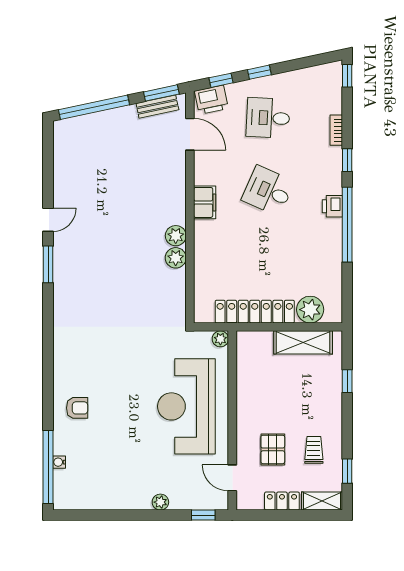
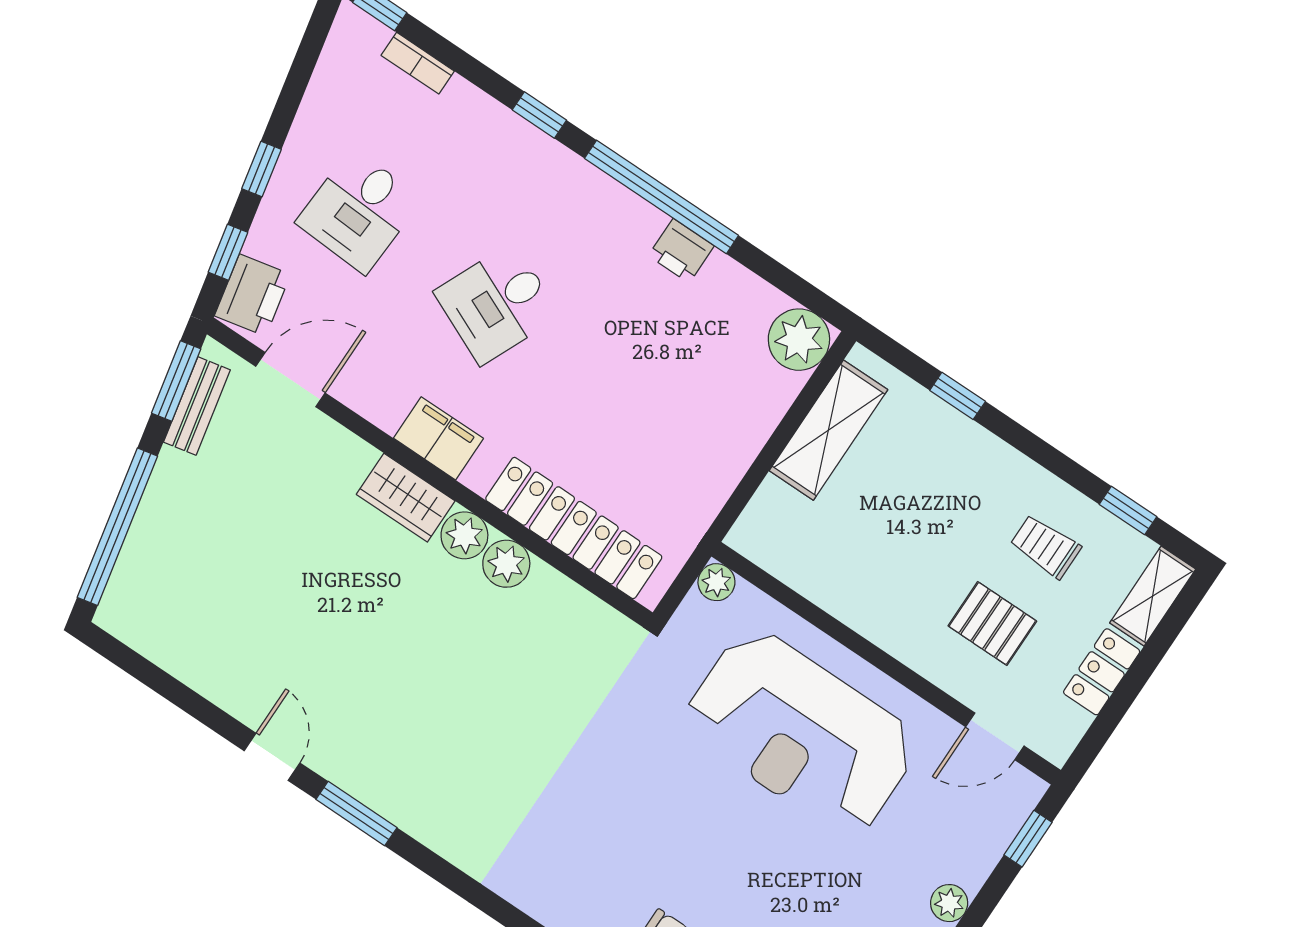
bookcase: (336, 130) -> (418, 63), moved
wardrobe: (175, 205) -> (406, 498), added
printer: (332, 206) -> (681, 251), moved
plant: (310, 310) -> (799, 340), moved
locker: (255, 312) -> (574, 528), moved, turned 90

